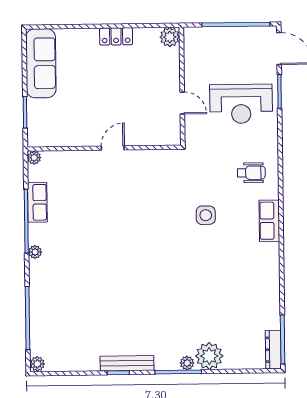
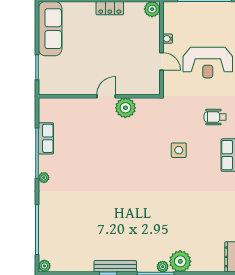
water cooler: (190, 74) -> (168, 39), added
plant: (34, 158) -> (125, 108), moved, width x1.87, depth x1.87
wheelchair: (251, 173) -> (215, 117), turned 180

